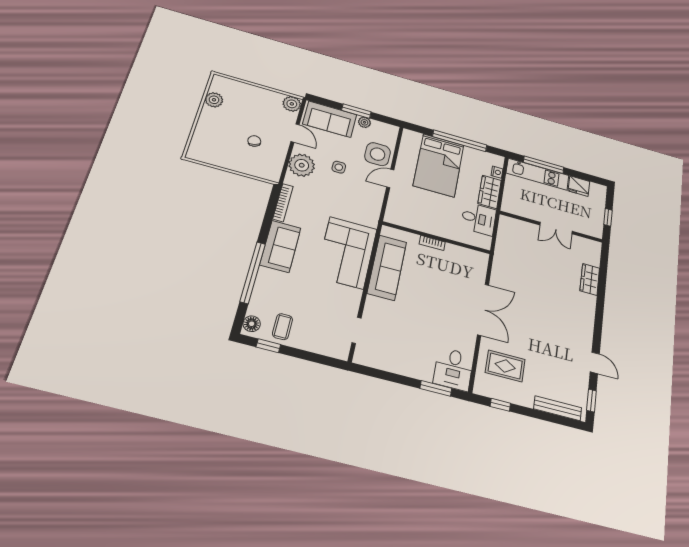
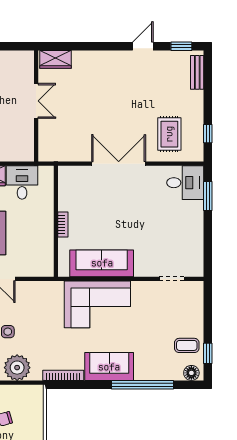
wall: (551, 227) -> (36, 106), moved
double door: (556, 228) -> (36, 101), moved
bench: (558, 408) -> (197, 72), width x0.73

